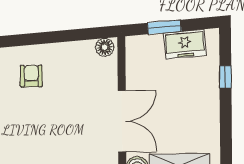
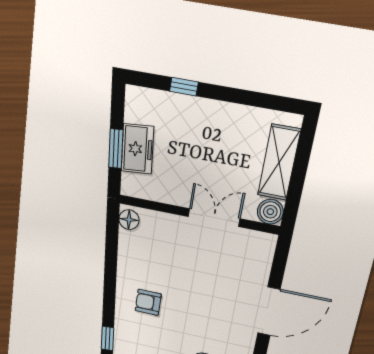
freezer: (185, 44) -> (137, 149), moved
double door: (122, 121) -> (214, 218), width x0.73

